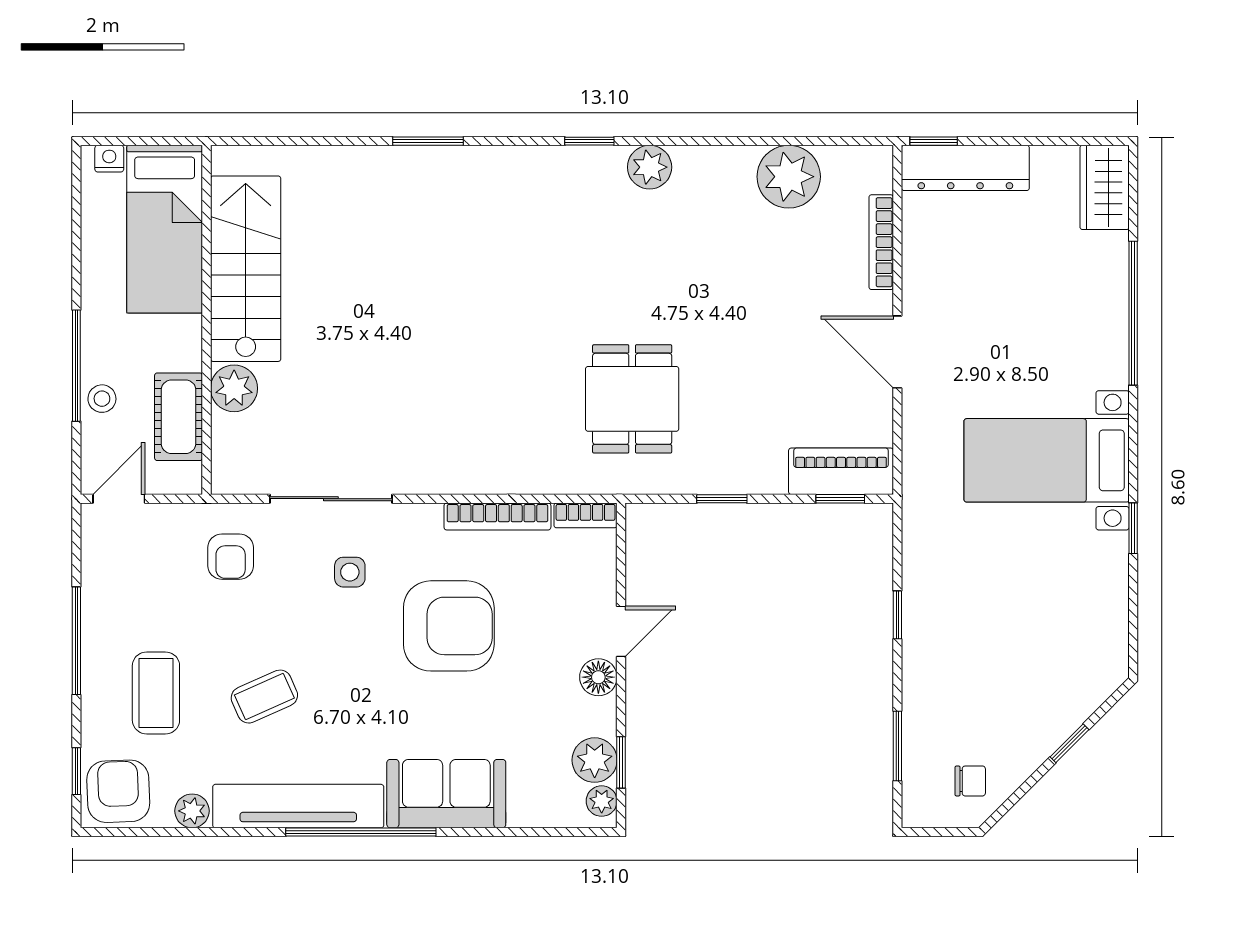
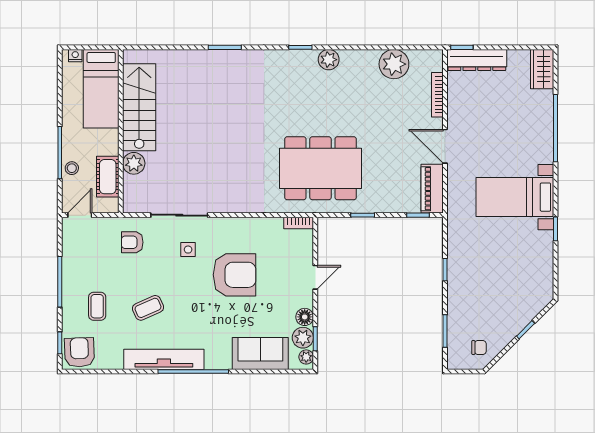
dining table: (632, 399) -> (320, 168), width x1.88, depth x1.24
piano: (841, 471) -> (432, 189), moved, turned -90
bookcase: (497, 516) -> (257, 223), removed
armchair: (231, 557) -> (132, 242), turned 90
floor lamp: (598, 677) -> (305, 317), moved
coffee table: (156, 693) -> (97, 306), width x0.73, depth x0.77
sofa: (446, 794) -> (260, 353), moved
plant: (192, 811) -> (114, 362), removed

